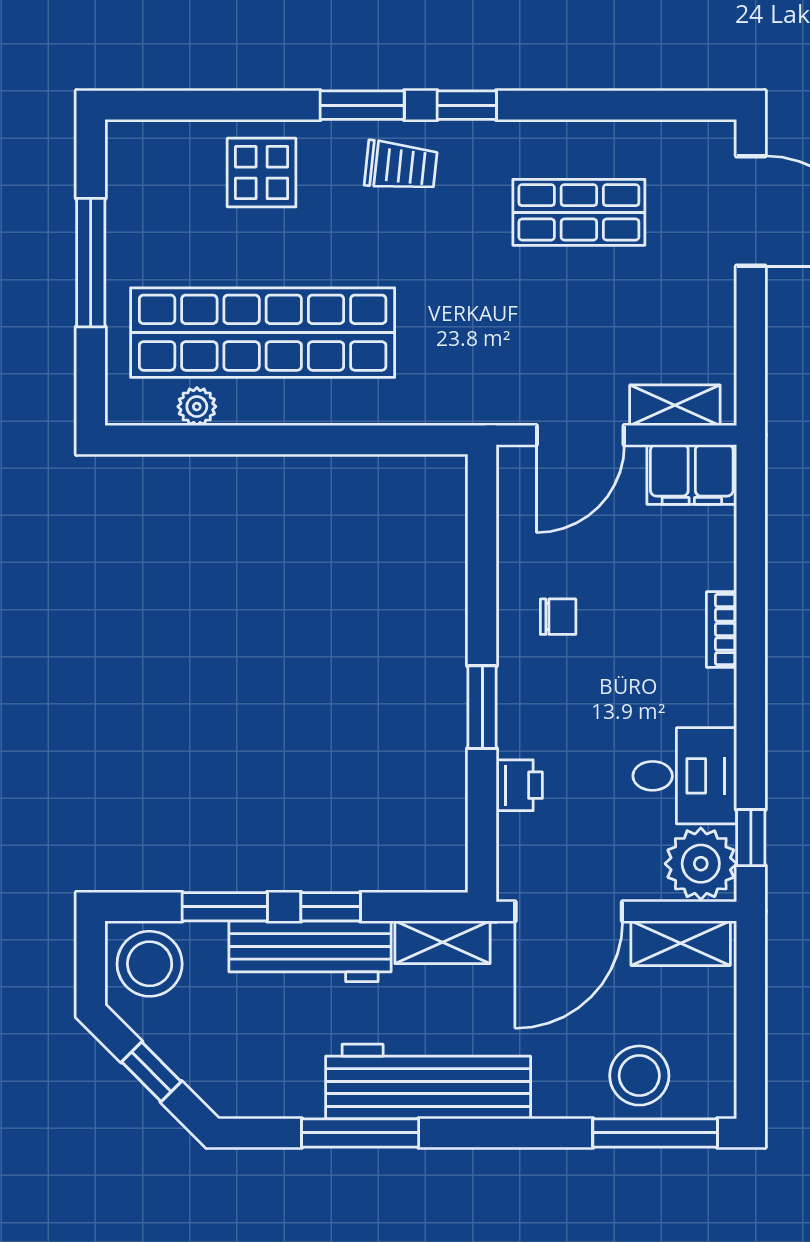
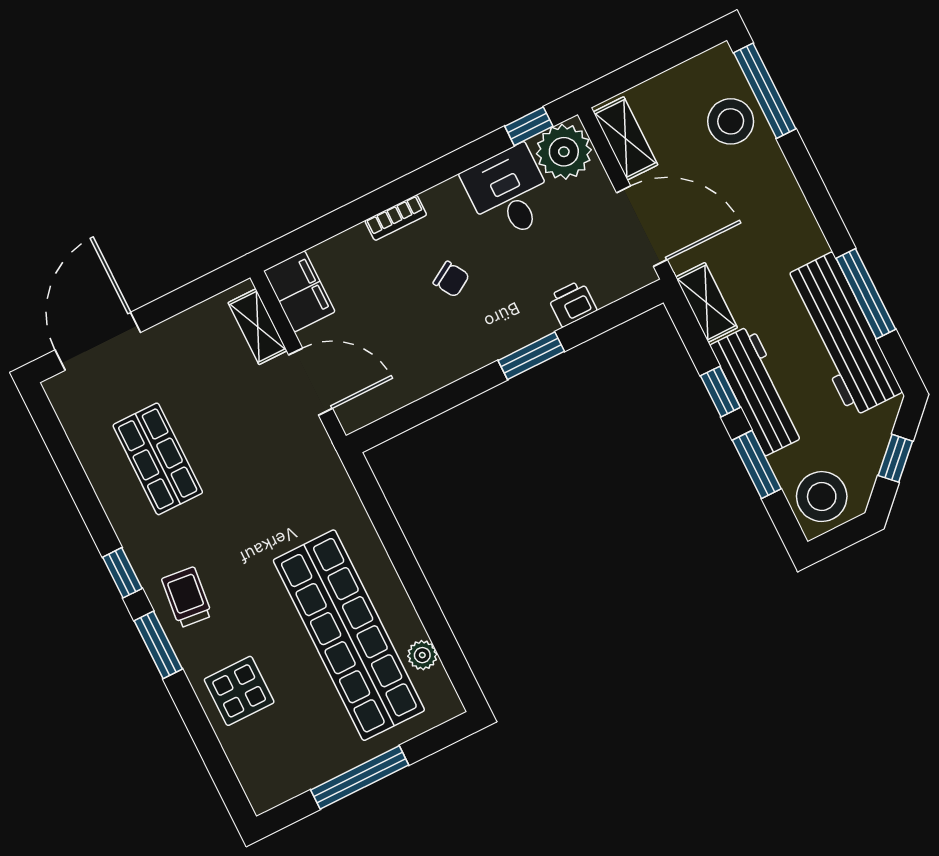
chair: (558, 617) -> (451, 279), moved, turned 149
workbench: (428, 1081) -> (842, 335), moved

